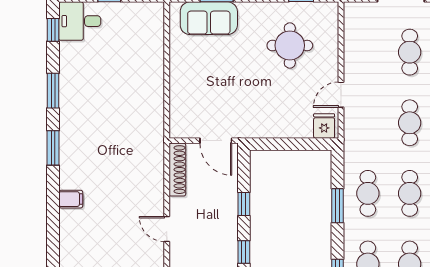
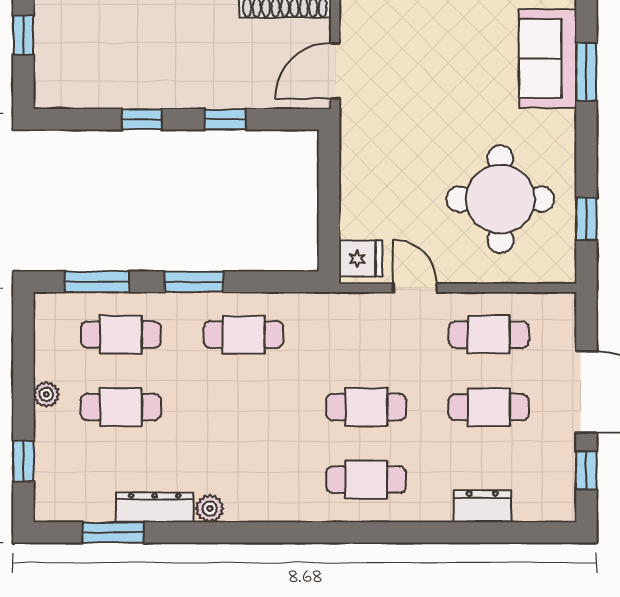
round table: (290, 45) -> (500, 199), width x1.36, depth x1.36
cafe table: (410, 193) -> (489, 335), moved
window: (337, 206) -> (194, 282), moved

